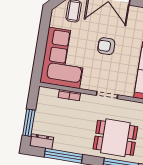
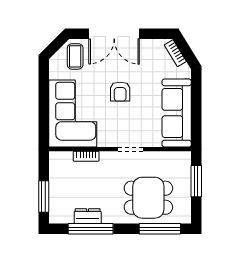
armchair: (106, 46) -> (120, 92), turned -90
dresser: (42, 142) -> (88, 216), moved

